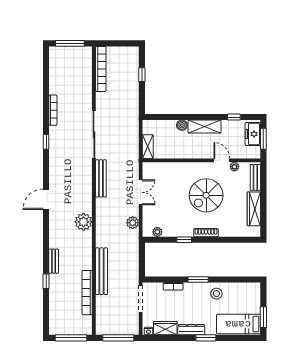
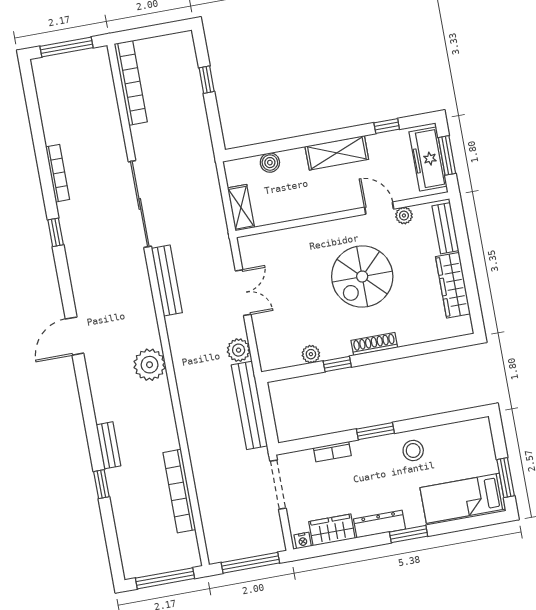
boiler: (182, 125) -> (270, 163), moved
freezer: (253, 134) -> (428, 159), width x1.40
plant: (157, 232) -> (311, 354), moved
bench: (102, 271) -> (249, 405), moved

